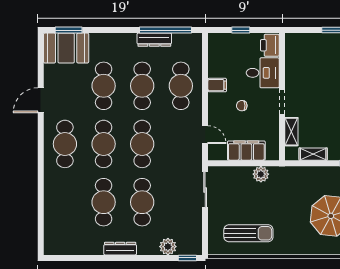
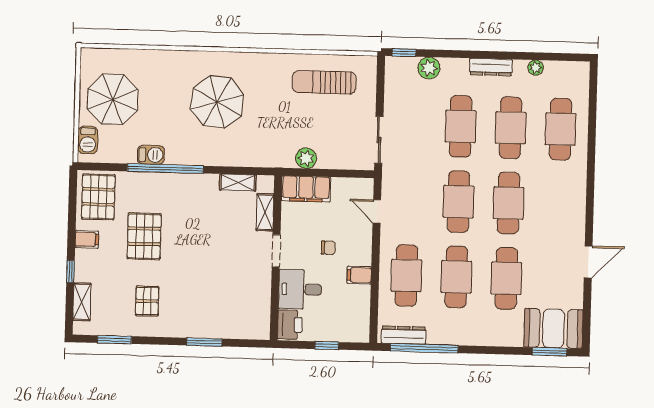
dresser: (154, 40) -> (404, 335), moved
cafe table: (65, 144) -> (560, 129), moved
filing cabinet: (246, 151) -> (306, 189), moved
plant: (86, 249) -> (536, 68), added

